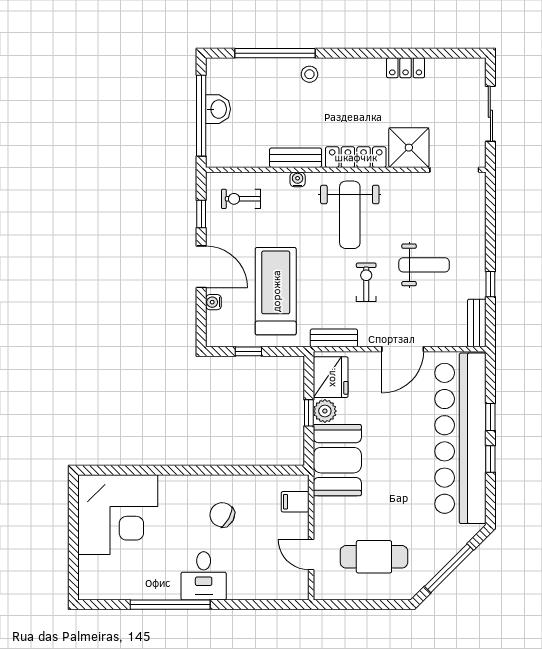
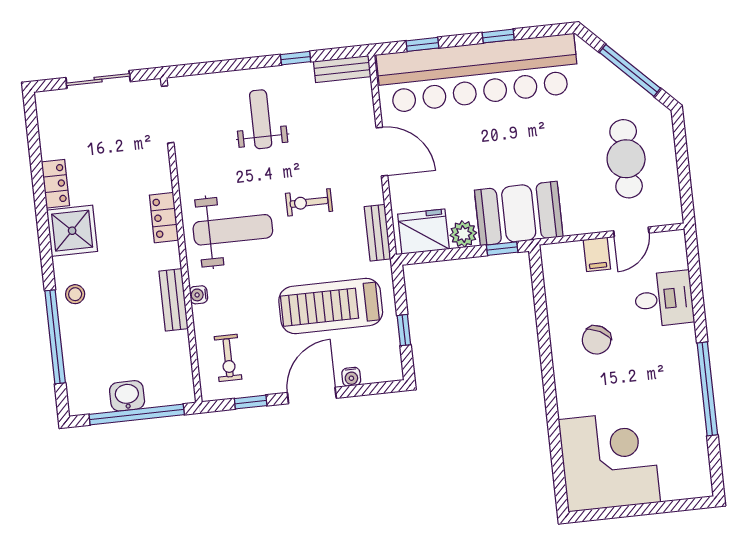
shower: (409, 148) -> (72, 231), moved
locker: (356, 157) -> (164, 218), width x0.66
weight bench: (424, 265) -> (261, 119), moved
window: (309, 413) -> (502, 249), moved
window: (490, 417) -> (422, 44), moved
filing cabinet: (295, 502) -> (597, 254), moved
desk: (204, 576) -> (664, 299), moved

